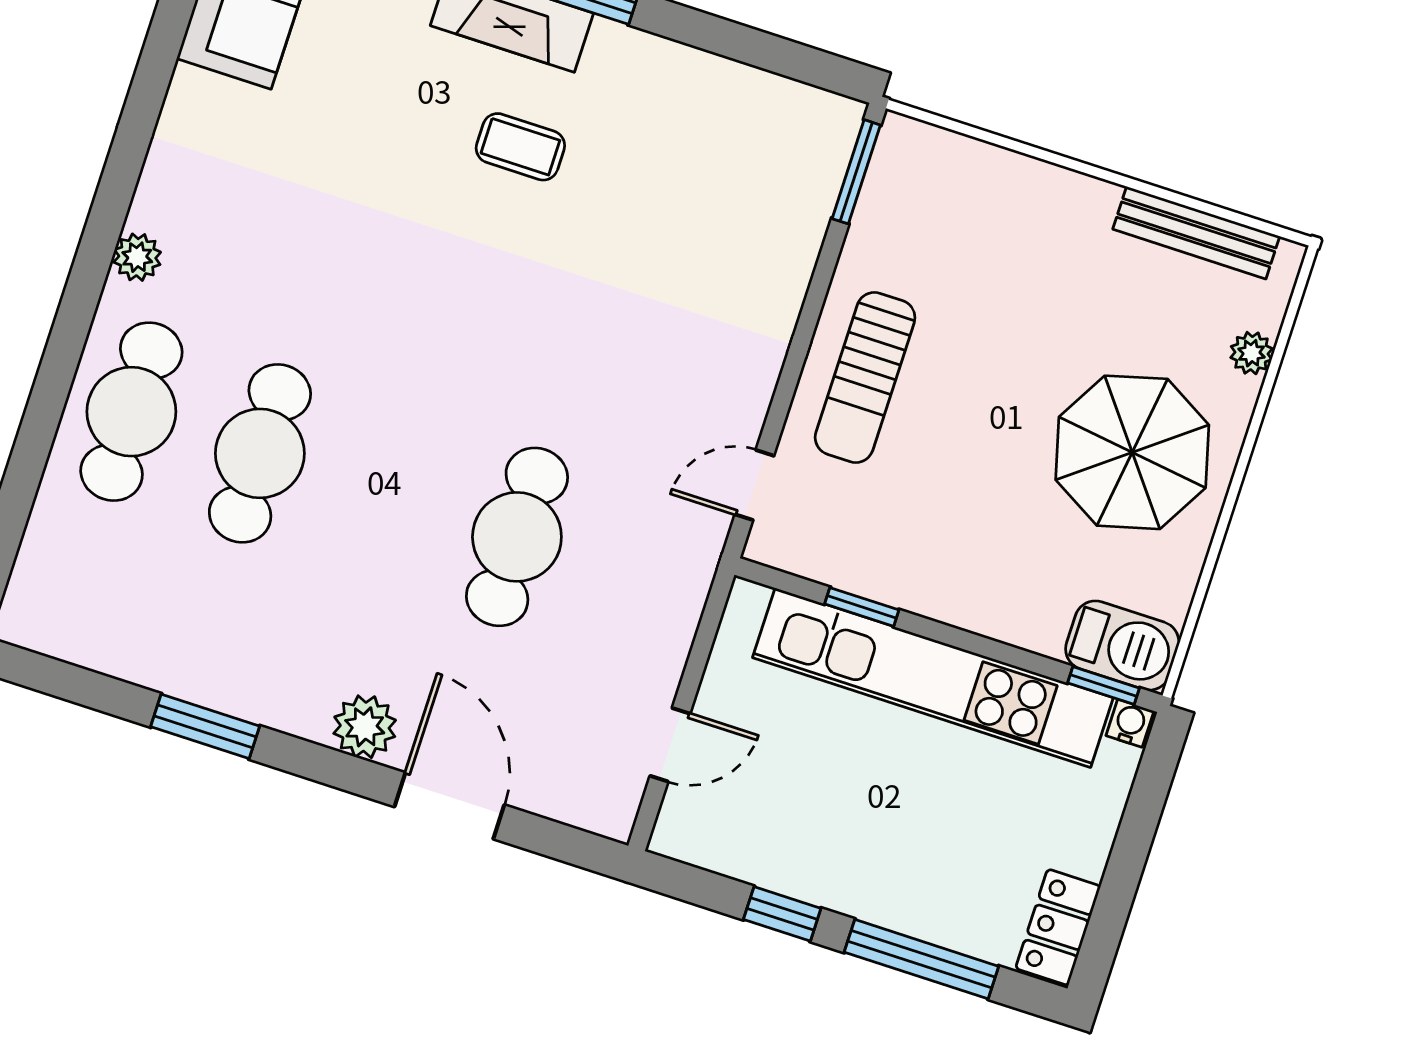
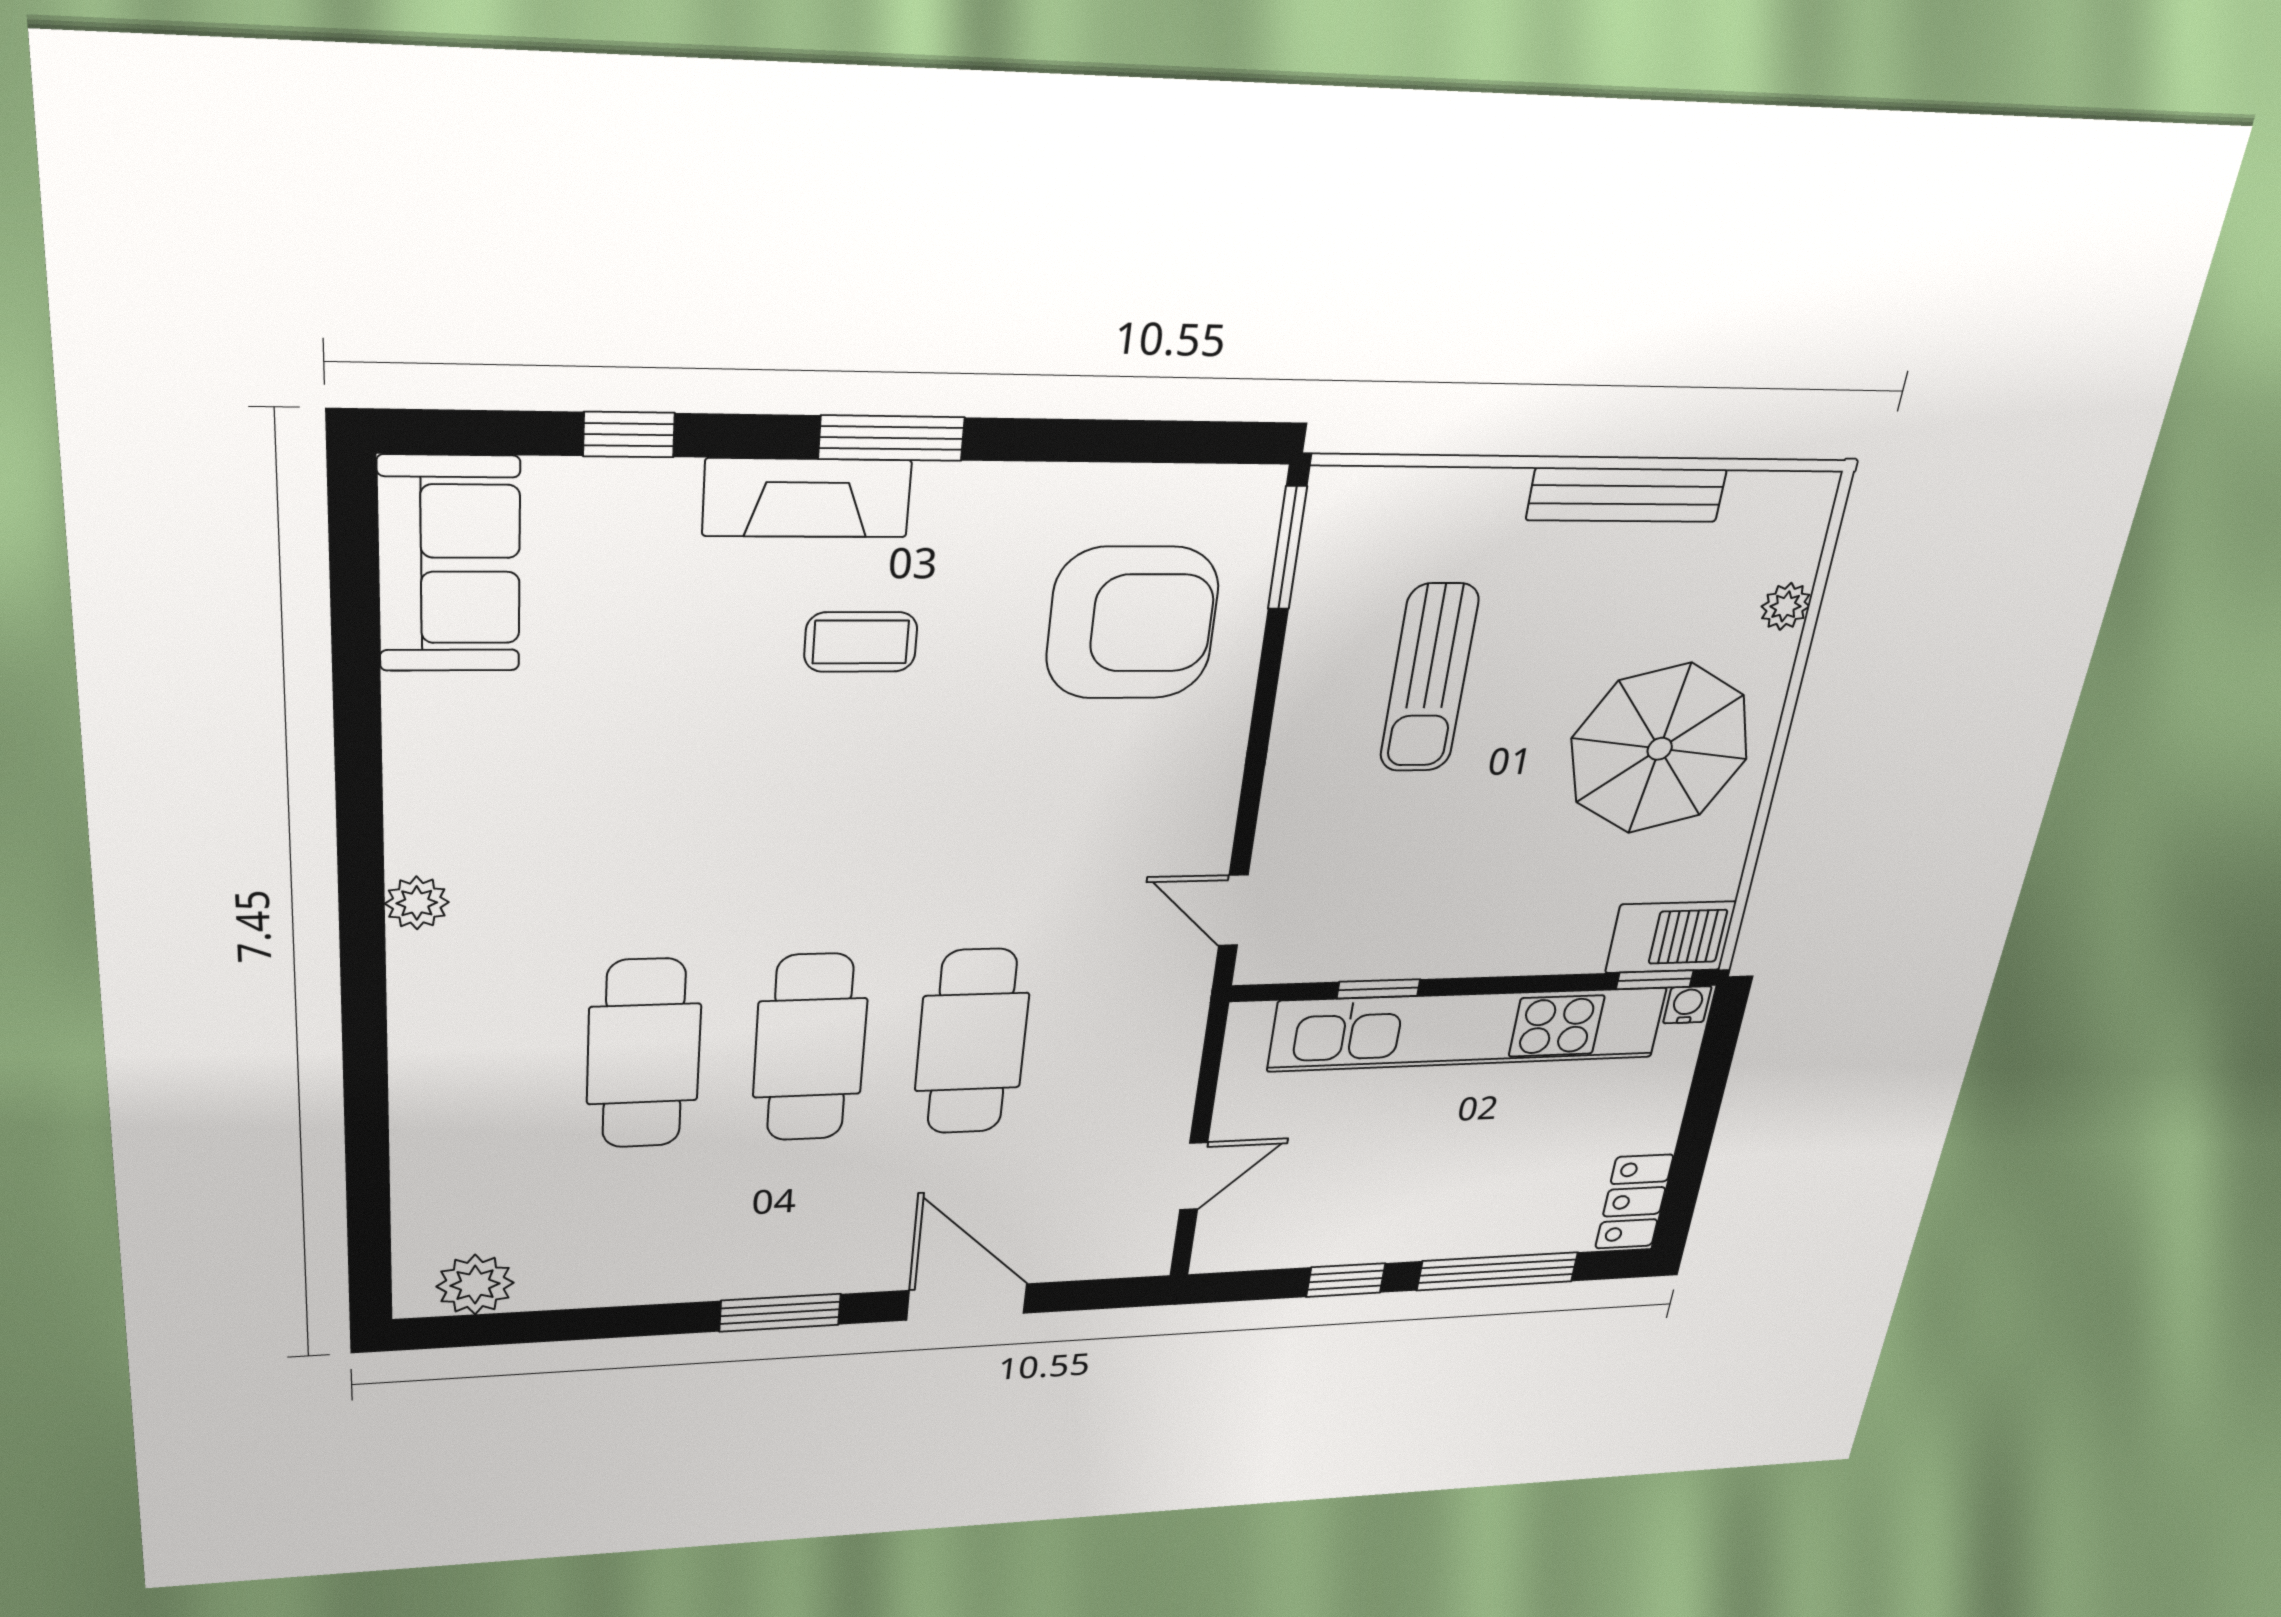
armchair: (726, 197) -> (1132, 623), added
bench: (1196, 233) -> (1627, 495), moved
sun lounger: (865, 377) -> (1429, 678), moved
cafe table: (131, 412) -> (810, 1048), moved
door: (754, 485) -> (1233, 910), hinge flipped
window: (205, 726) -> (780, 1313), moved
plant: (365, 727) -> (475, 1285), moved

